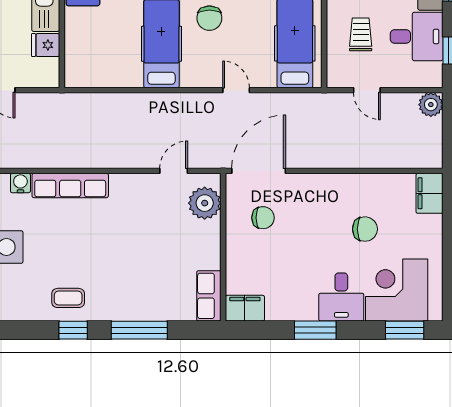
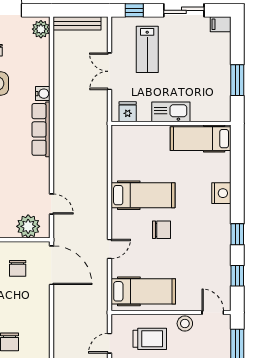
chair: (209, 18) -> (162, 230), turned 180
trolley: (361, 34) -> (150, 339), width x1.36, depth x1.39
fridge: (46, 45) -> (128, 112), moved

